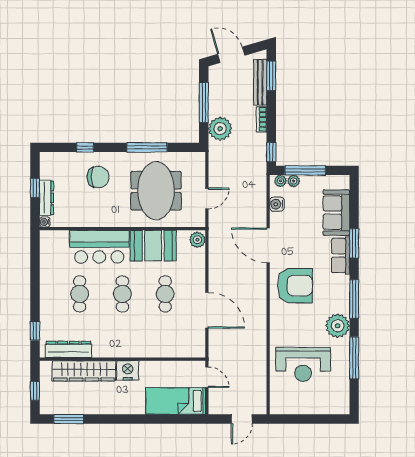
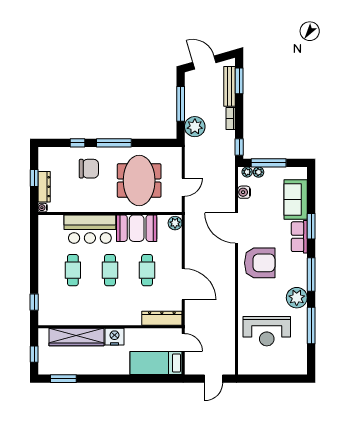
window: (147, 147) -> (114, 143), moved
dresser: (68, 349) -> (162, 318), moved

